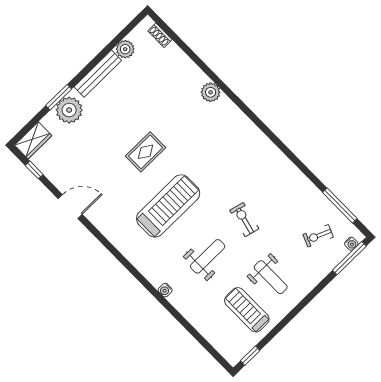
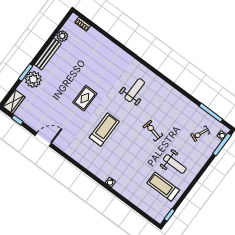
plant: (211, 92) -> (120, 55), removed
treadmill: (168, 206) -> (104, 130), width x0.73, depth x0.73
weight bench: (208, 256) -> (135, 90), moved

